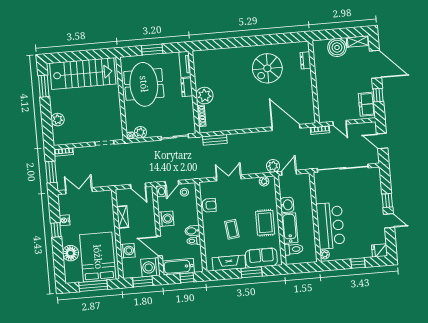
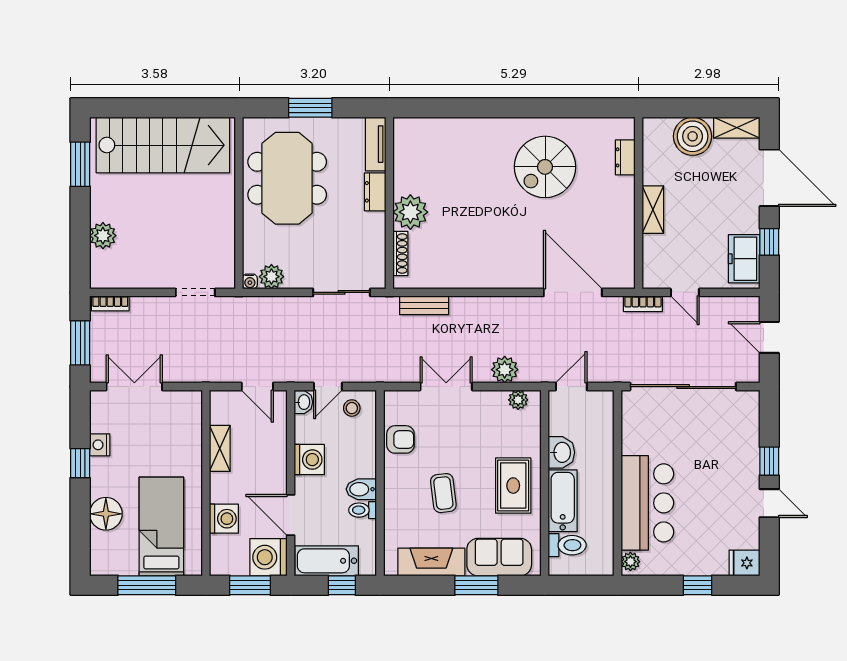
shelving: (321, 84) -> (653, 210), added
plant: (273, 166) -> (505, 370), moved
bed: (98, 257) -> (161, 526), width x0.67

